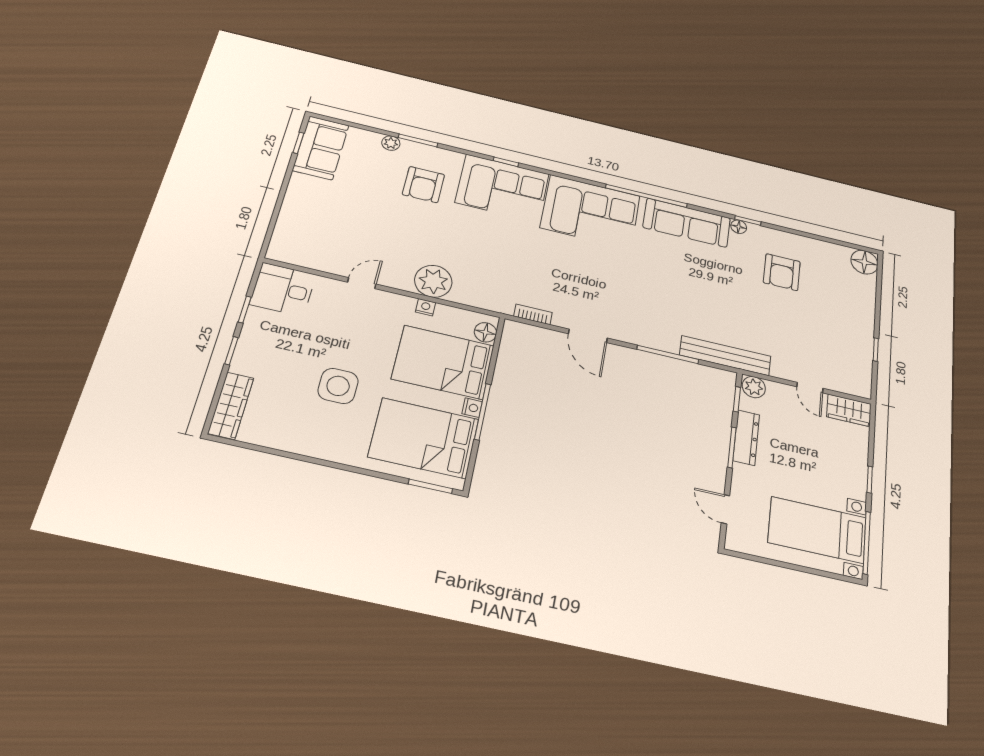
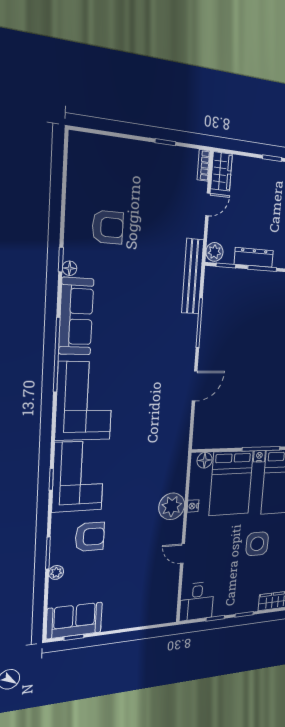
floor lamp: (864, 262) -> (81, 145), removed
bookcase: (533, 314) -> (204, 165), moved

